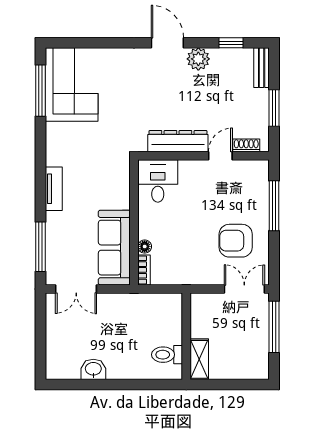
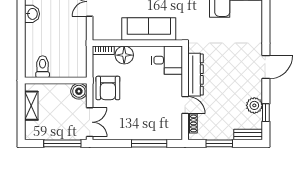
plant: (198, 59) -> (254, 105), moved
armchair: (236, 241) -> (108, 88), moved, turned 180
floor lamp: (145, 247) -> (124, 55), width x1.89, depth x1.89
sofa: (114, 248) -> (149, 29), moved
boiler: (201, 304) -> (79, 91), added
shelving: (199, 359) -> (31, 106), moved, turned 90

